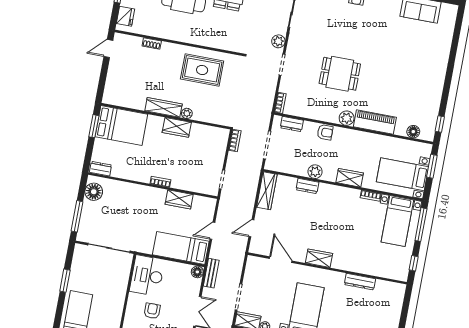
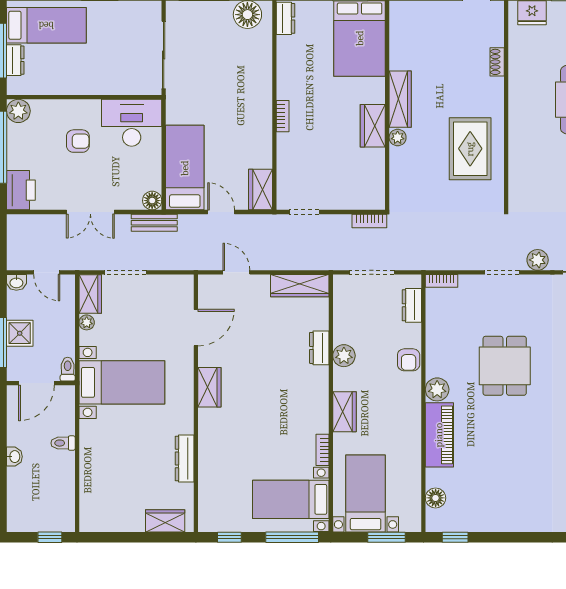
wardrobe: (179, 199) -> (261, 190), moved
wardrobe: (396, 301) -> (165, 521), added

